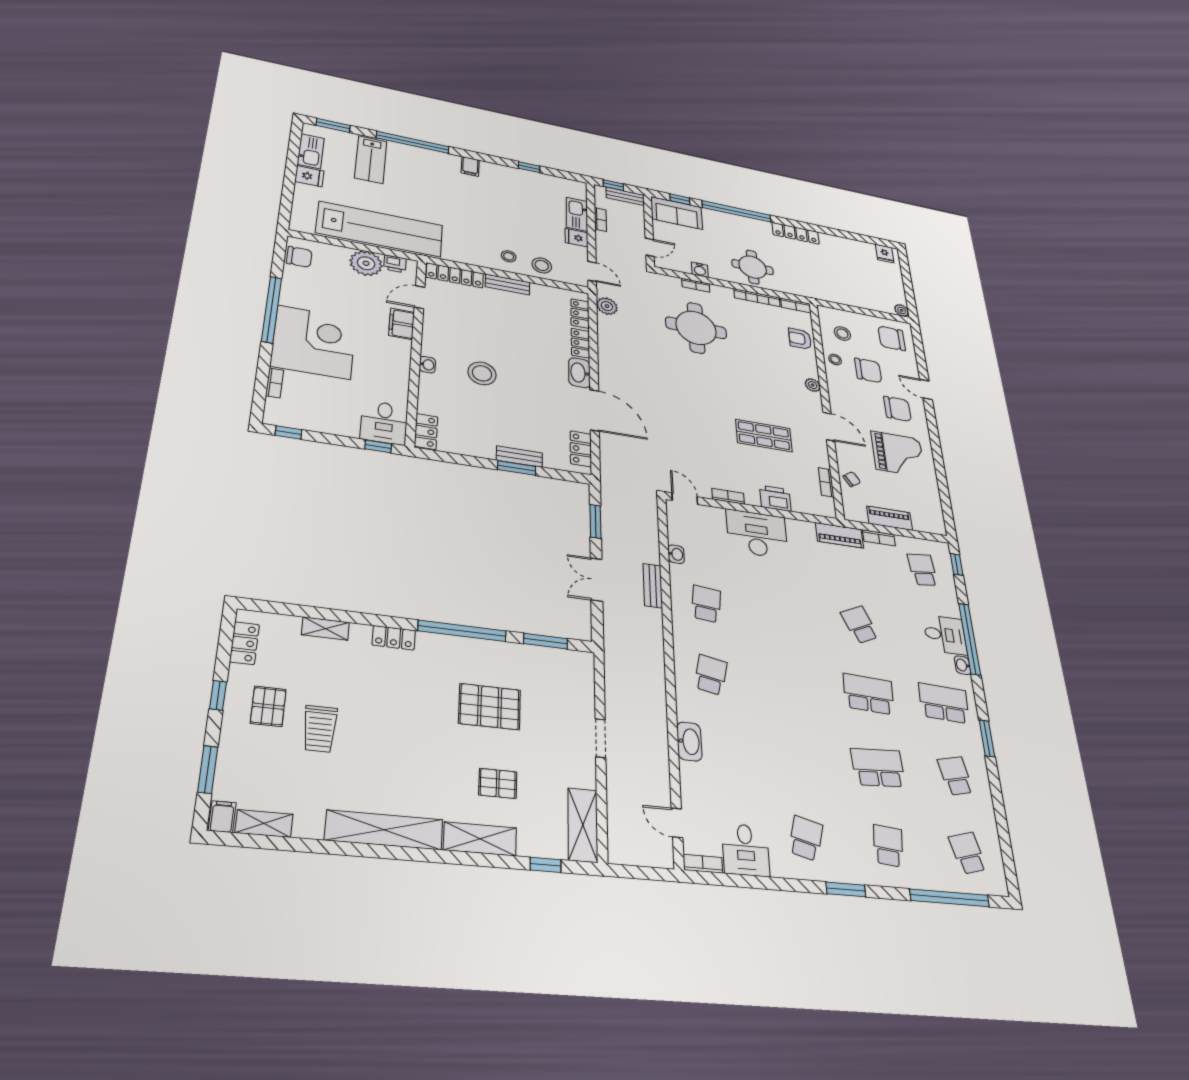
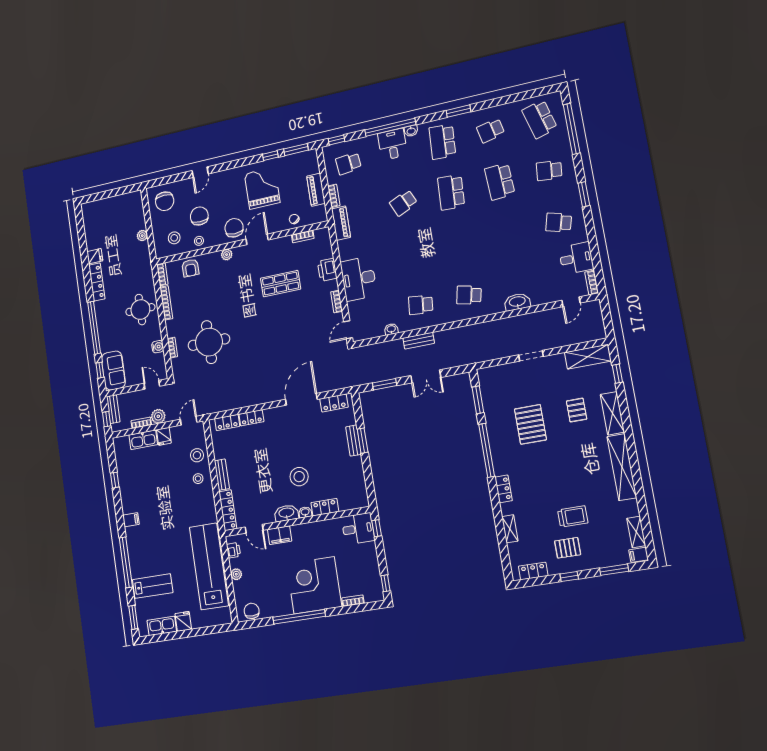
fridge: (885, 254) -> (95, 256), moved
plant: (366, 263) -> (236, 574), width x0.53, depth x0.53
plant: (607, 306) -> (158, 416), moved
plant: (902, 310) -> (142, 236), moved
washbasin: (579, 373) -> (286, 513), moved, turned 180
chair: (897, 409) -> (234, 228), moved
locker: (426, 431) -> (325, 507), moved
shop shelf: (764, 436) -> (281, 284), turned 90
window: (941, 477) -> (270, 156), added
window: (947, 510) -> (296, 150), added
school desk: (968, 853) -> (540, 119), width x1.85

